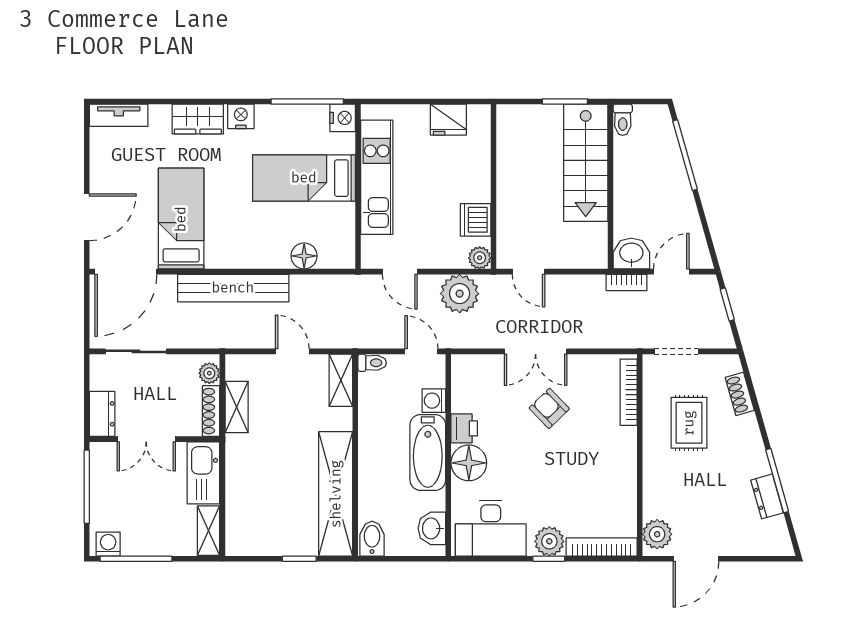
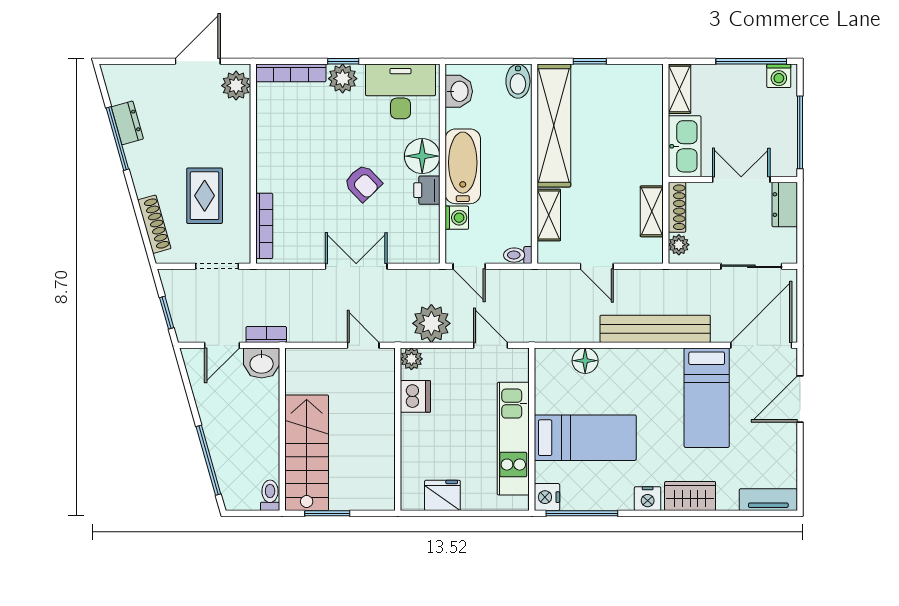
shelving: (341, 380) -> (549, 215), moved
shoe rack: (740, 394) -> (154, 224), width x1.43
armchair: (549, 408) -> (363, 183), moved

